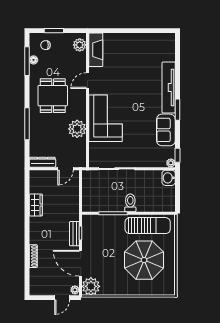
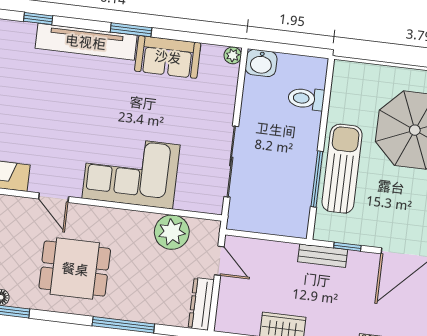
plant: (77, 129) -> (172, 232), moved
window: (177, 155) -> (38, 19), moved
toilet: (130, 203) -> (306, 99), moved
sun lounger: (148, 226) -> (342, 169), moved
bench: (74, 234) -> (323, 256), moved

